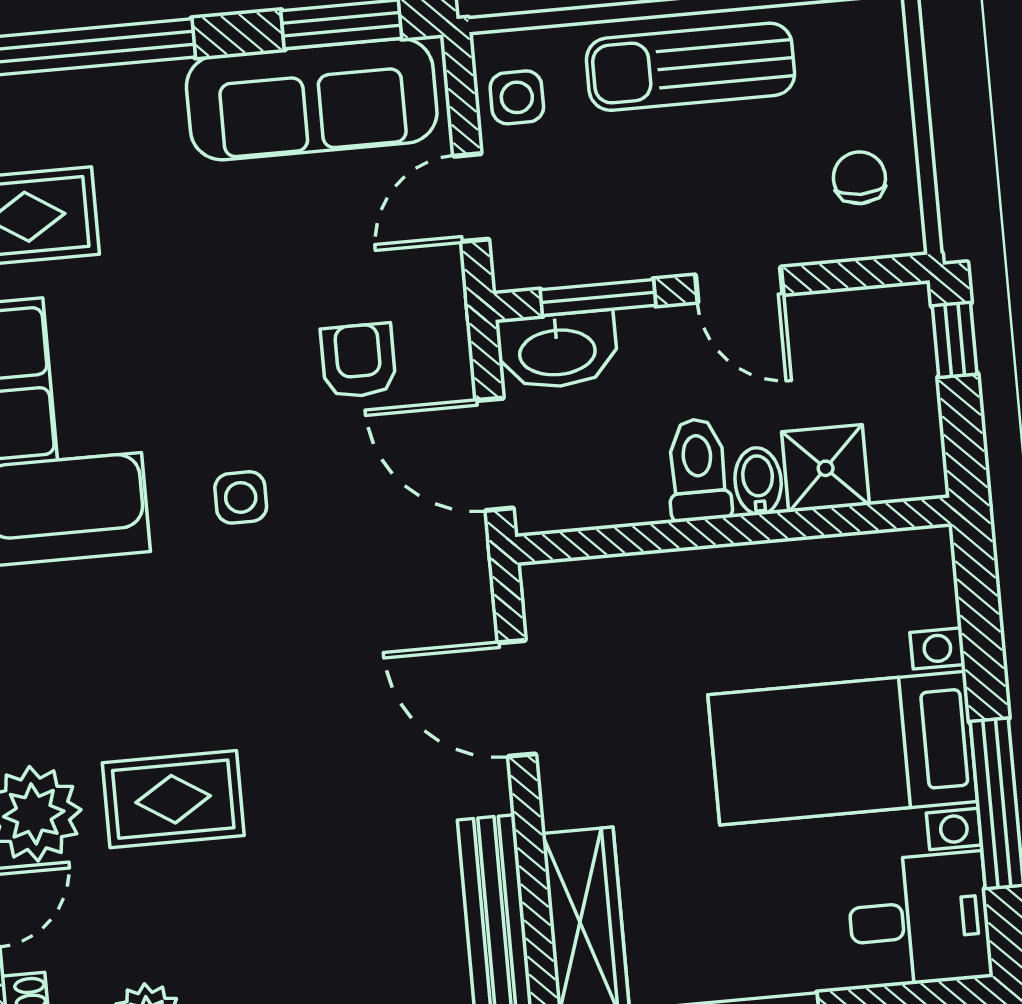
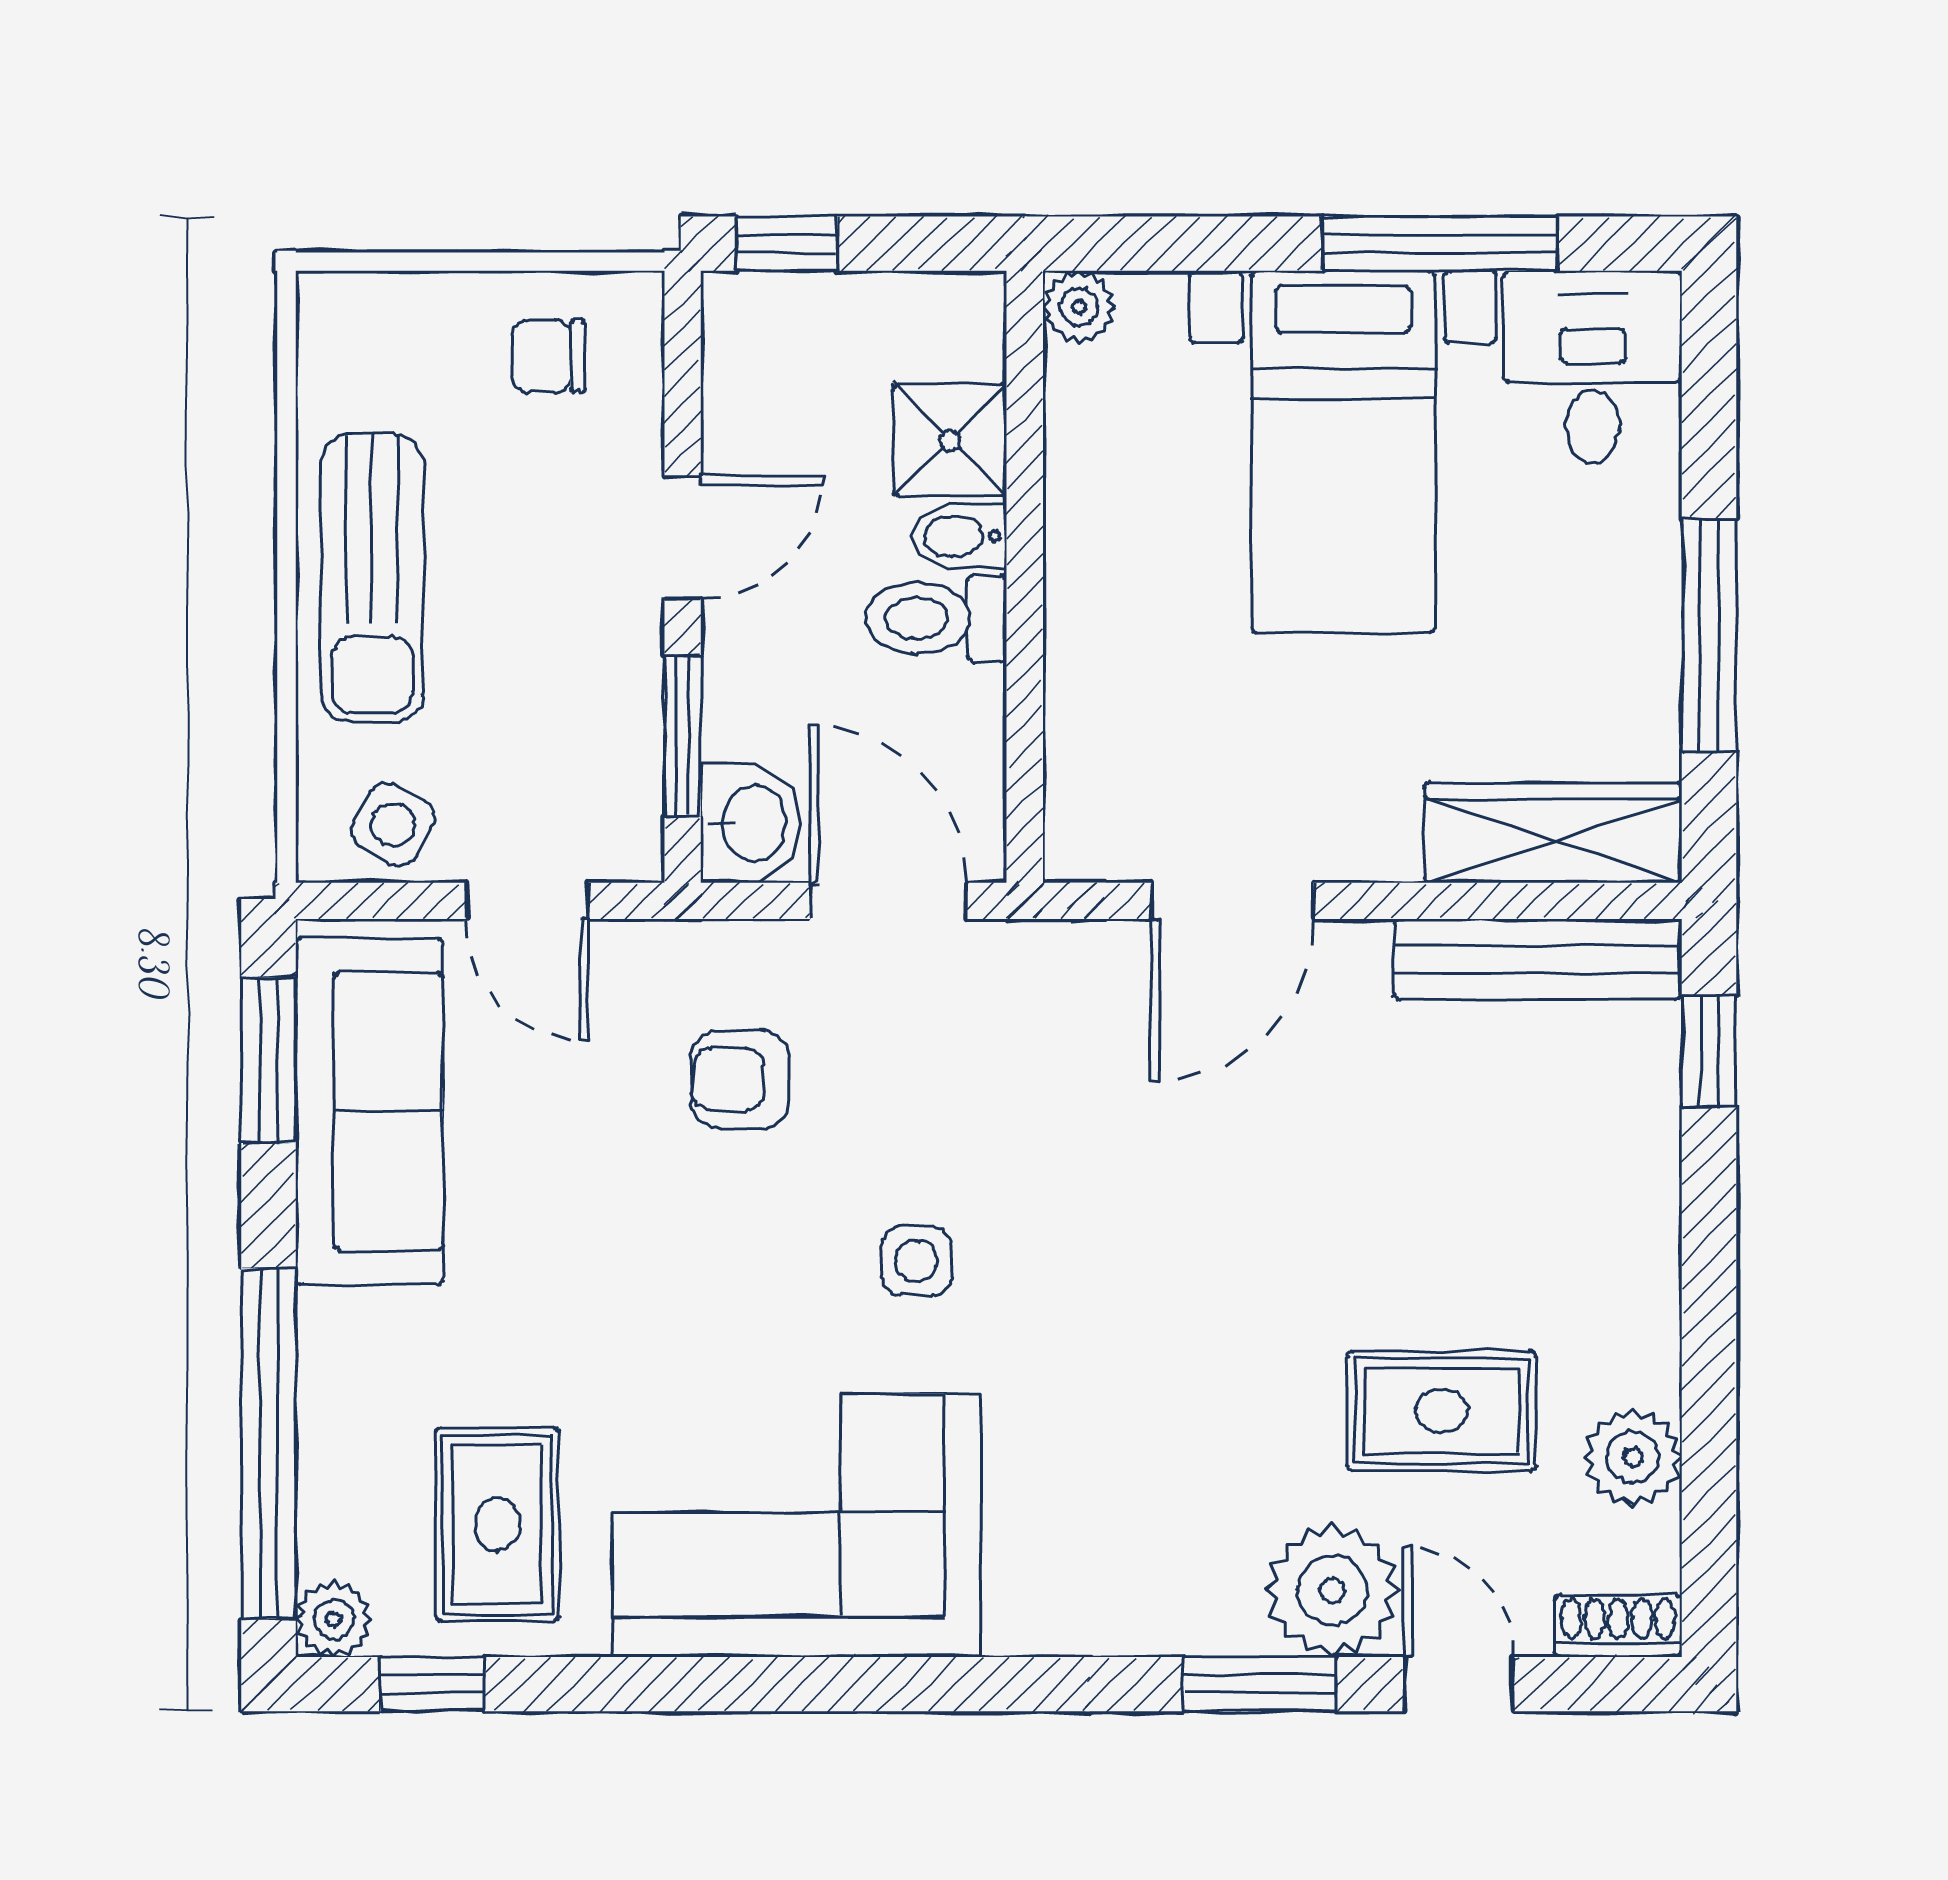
side table: (517, 97) -> (393, 824), turned 30
washbasin: (557, 350) -> (751, 823), width x0.72
door: (495, 454) -> (889, 901), swing flipped
plant: (929, 551) -> (1079, 307), added
rug: (173, 799) -> (1442, 1411), moved, turned 90

